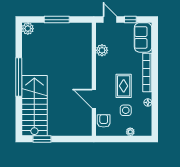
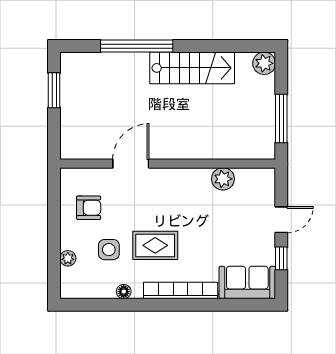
plant: (102, 50) -> (223, 179), moved
window: (19, 77) -> (137, 46), moved
wall: (94, 79) -> (168, 164), moved
door: (94, 99) -> (131, 164), moved
stairs: (34, 106) -> (192, 68), moved, width x0.73, depth x0.66

